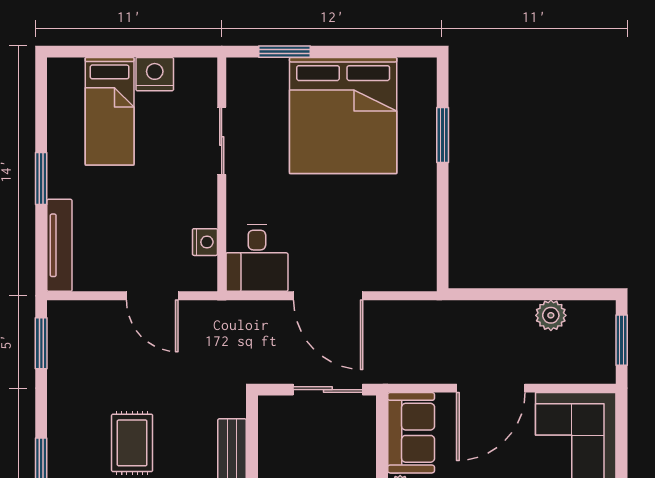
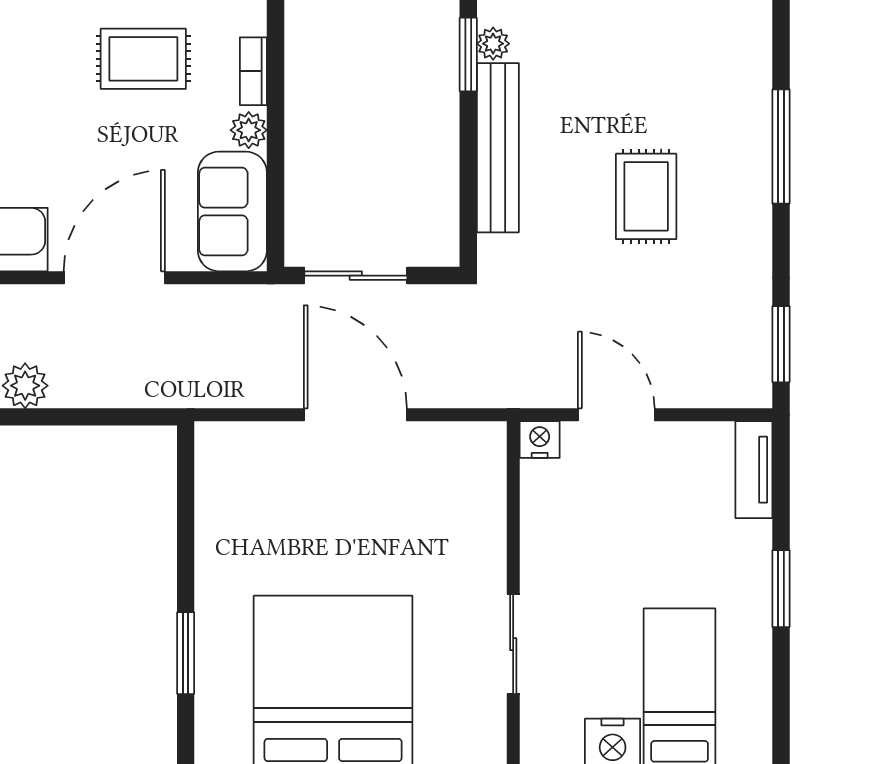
nightstand: (205, 242) -> (540, 440), moved, turned 90
tv unit: (59, 245) -> (754, 470), width x0.71
desk: (257, 258) -> (461, 471), removed

